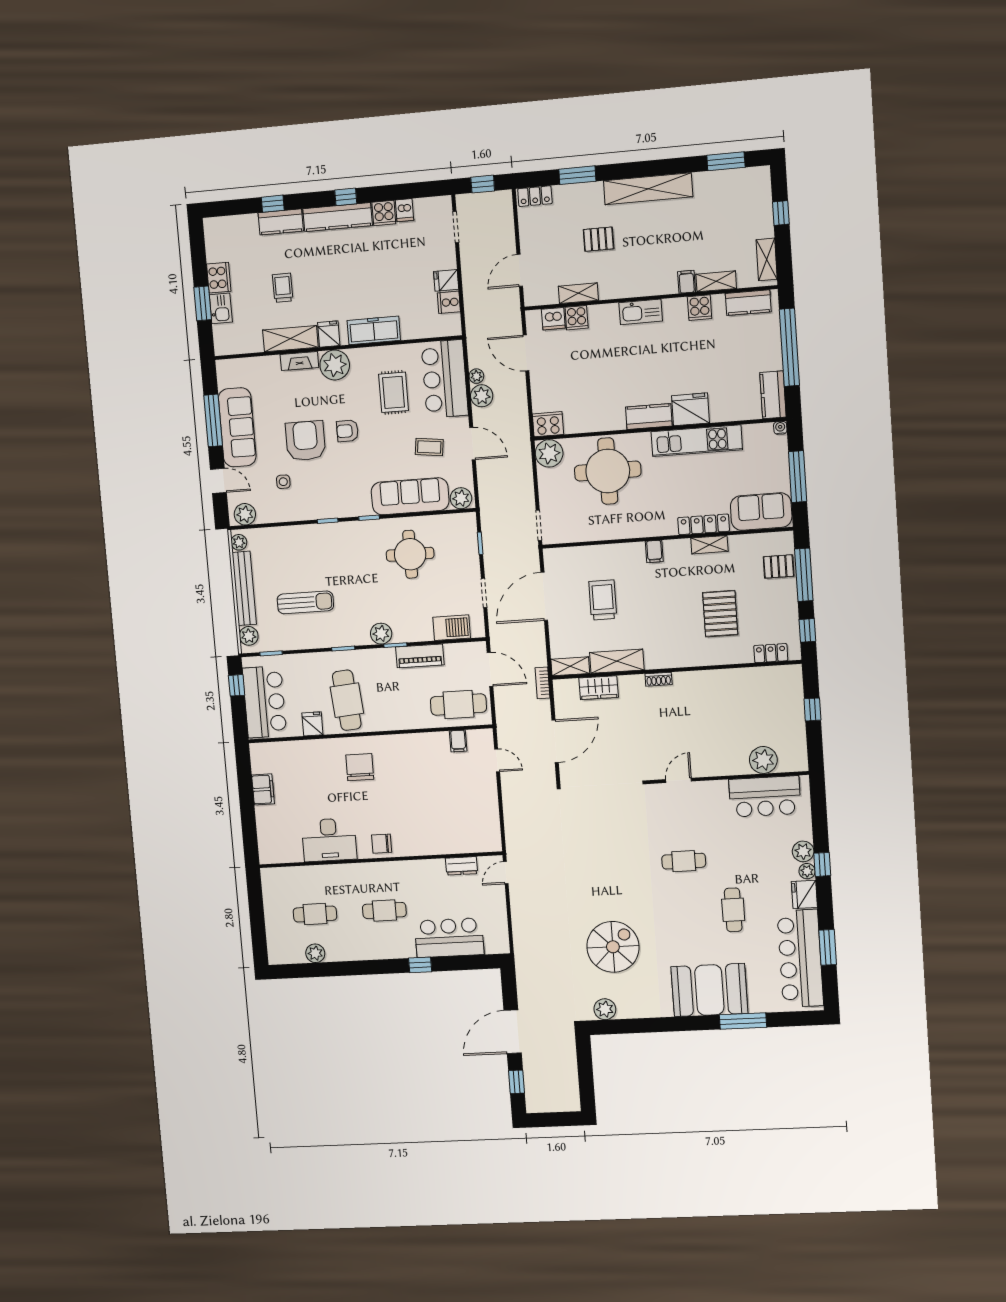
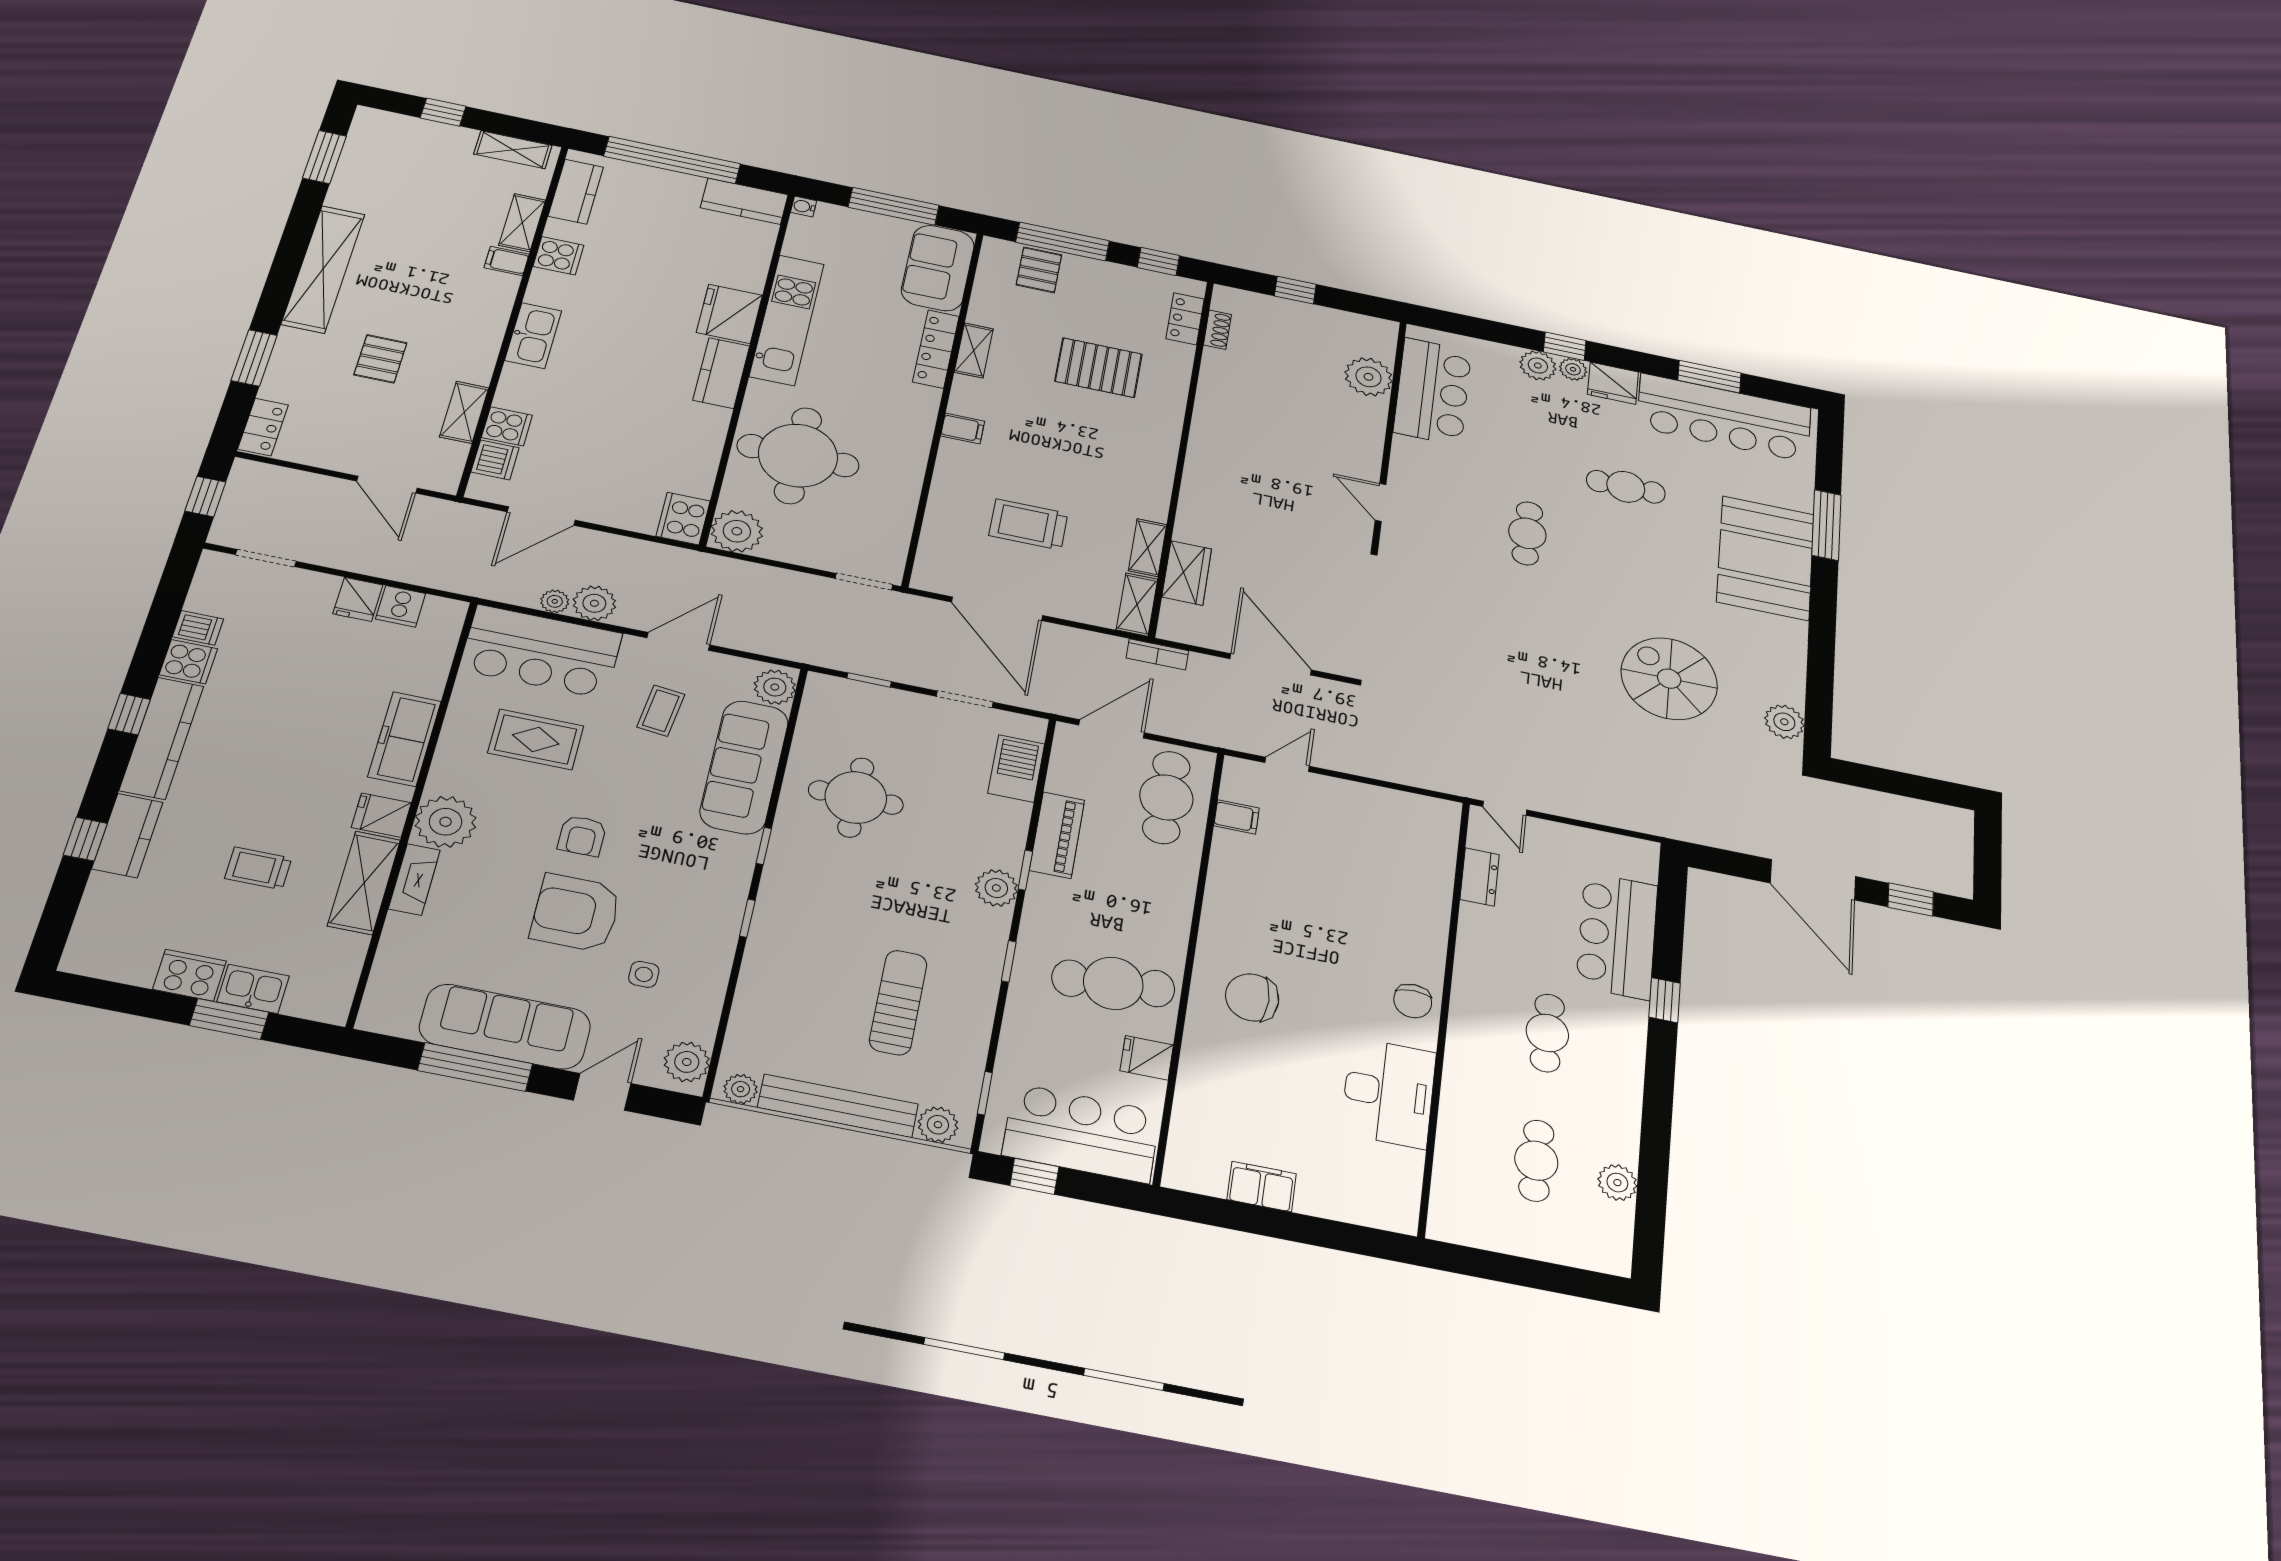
shelving: (617, 661) -> (1148, 548), width x0.67, depth x0.75
shoe rack: (659, 679) -> (1217, 330), moved

